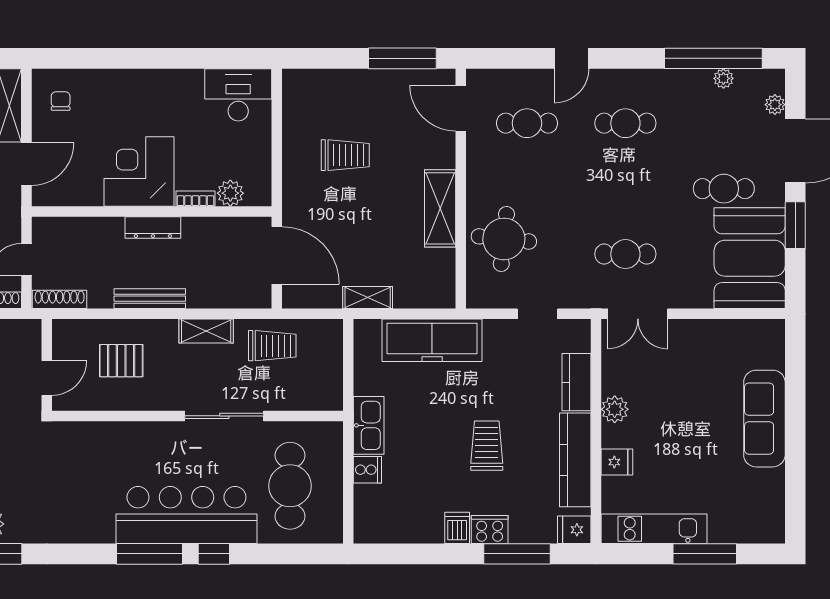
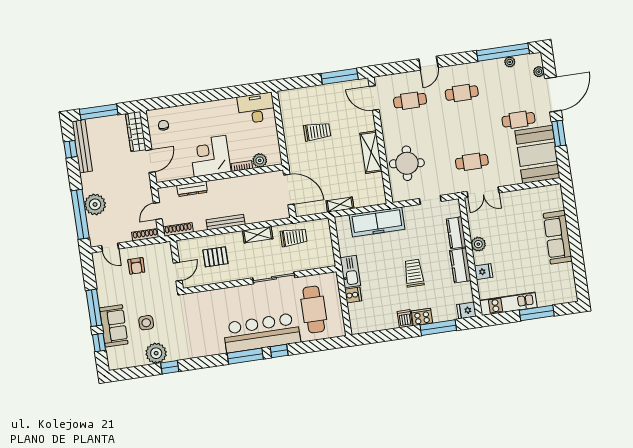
dresser: (153, 228) -> (192, 189), moved
kitchen counter: (575, 460) -> (460, 265), width x0.67

